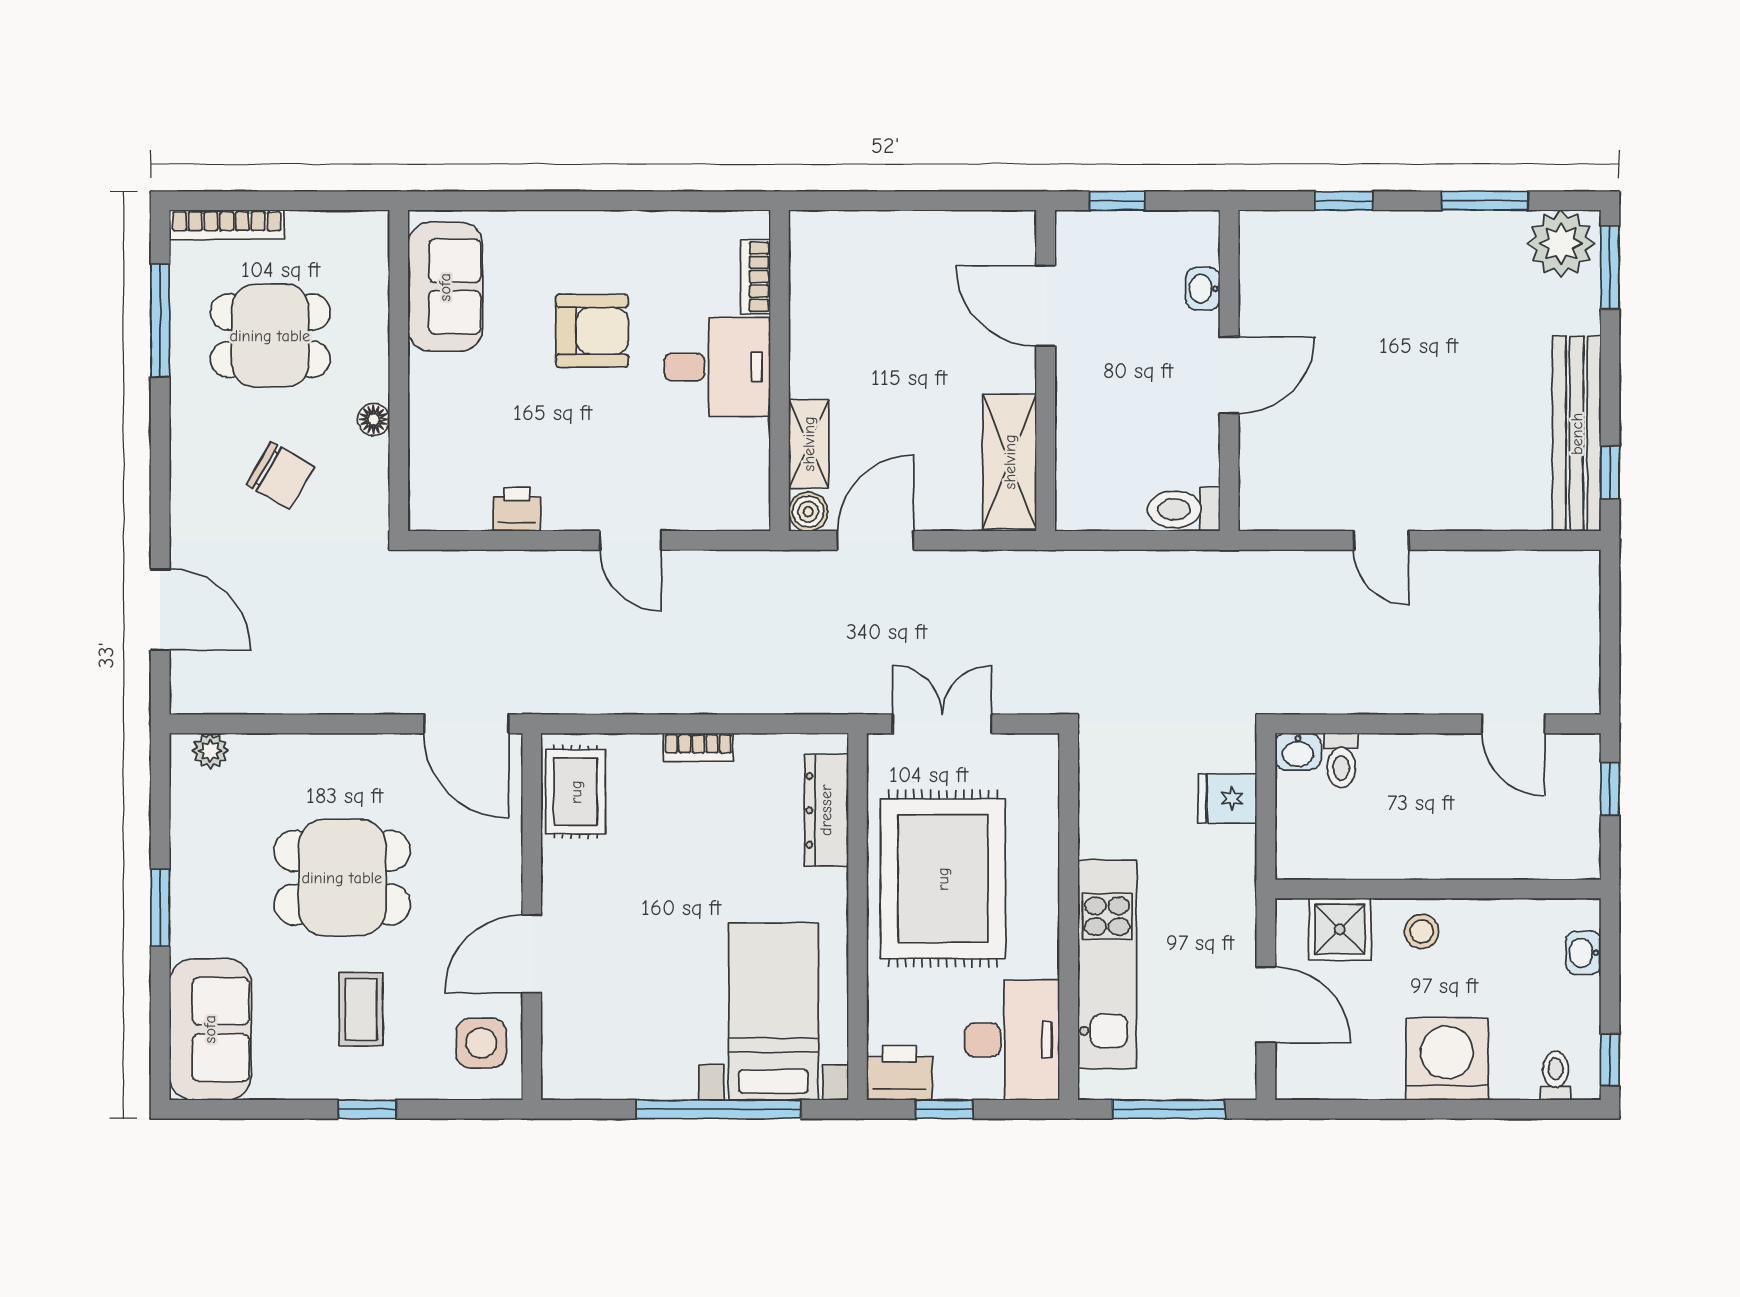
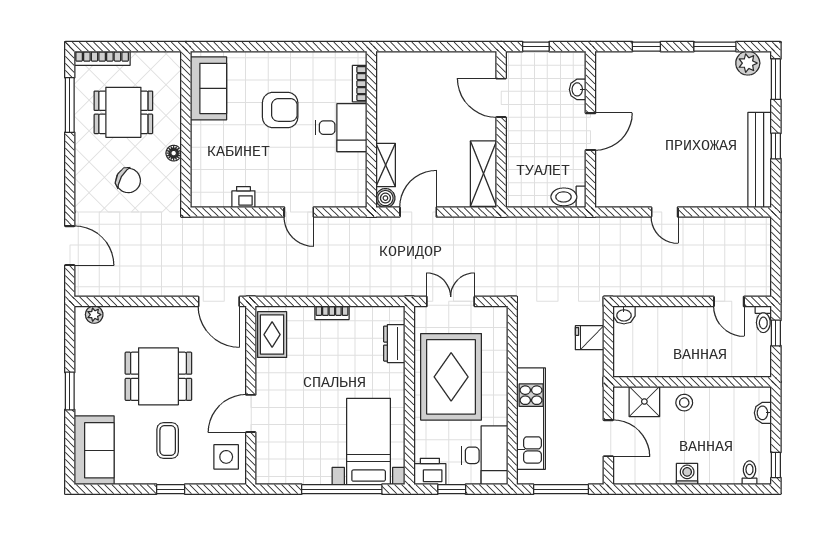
plant: (1561, 244) -> (748, 63), width x0.73, depth x0.73
window: (1610, 472) -> (776, 146), moved
toilet: (1341, 760) -> (763, 319), moved
dresser: (826, 810) -> (394, 344), width x0.70
washing machine: (1447, 1059) -> (687, 474), width x0.53, depth x0.53

